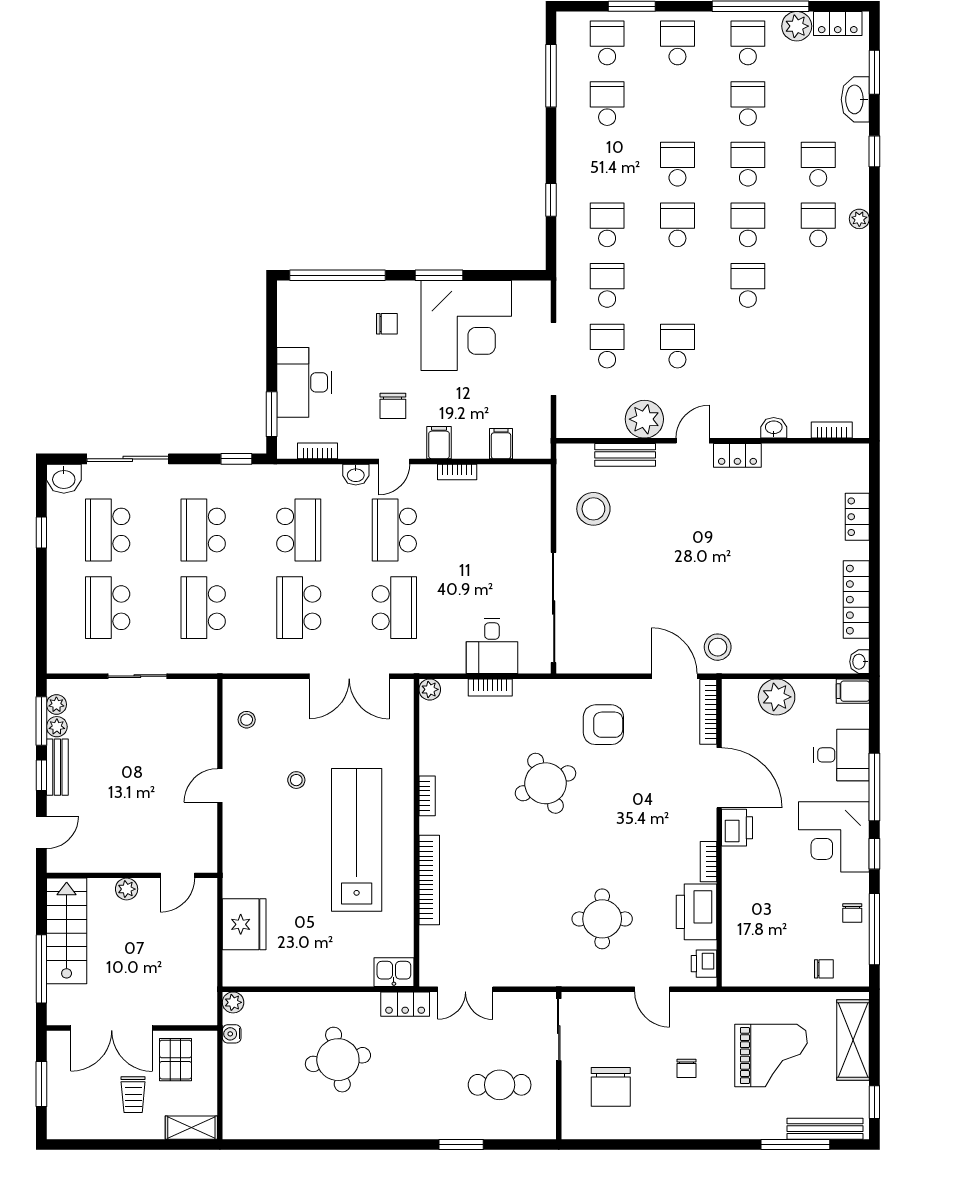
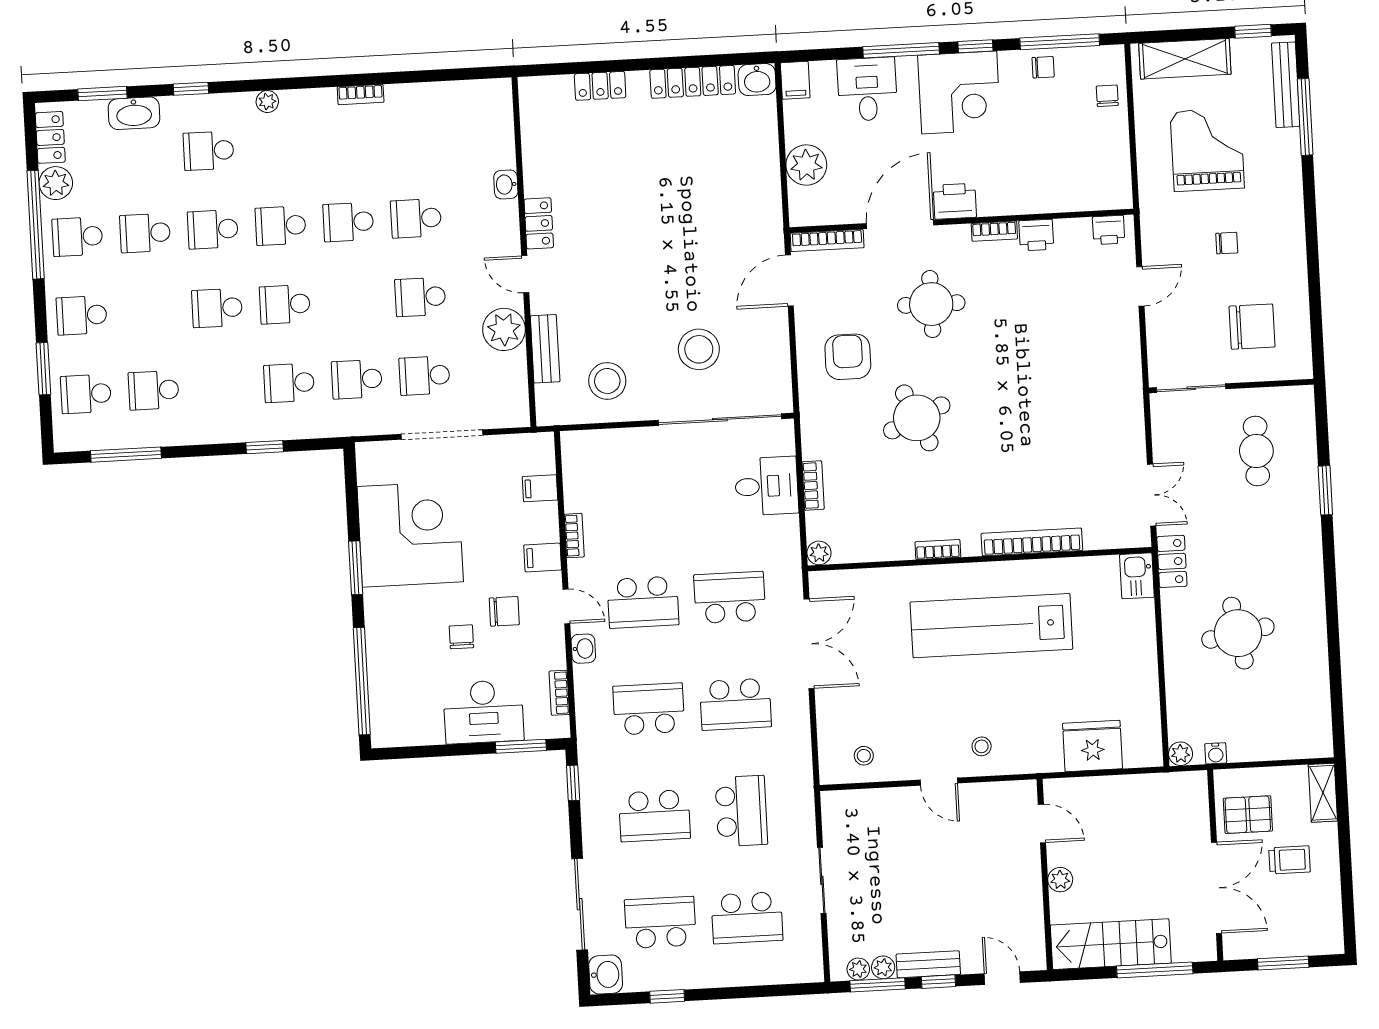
school desk: (818, 225) -> (416, 218), moved
chair: (387, 324) -> (461, 637), moved
bookcase: (832, 430) -> (361, 95), moved, turned -90
school desk: (108, 530) -> (660, 922), turned 180
school desk: (203, 608) -> (741, 811), turned -90
stool: (718, 647) -> (699, 349), moved, width x1.38, depth x1.38
washbasin: (860, 662) -> (757, 80), width x1.38, depth x1.45
stool: (296, 780) -> (982, 746), moved
printer: (696, 912) -> (1036, 235), width x0.53, depth x0.68
round table: (602, 919) -> (931, 304), moved

